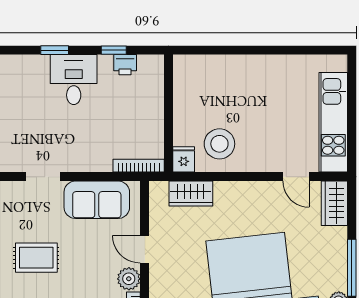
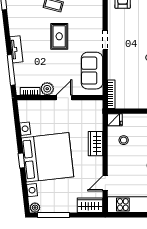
stool: (219, 144) -> (124, 140), width x0.53, depth x0.53
wardrobe: (191, 193) -> (96, 144), moved

